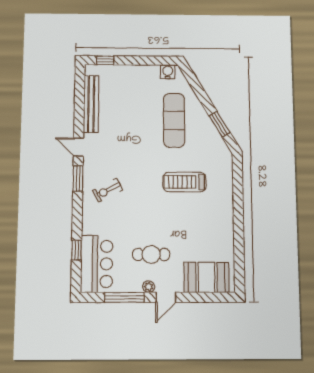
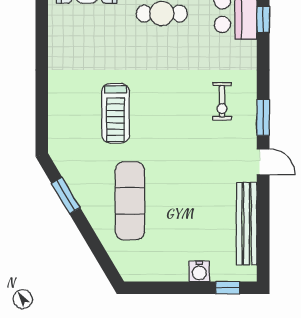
water cooler: (168, 72) -> (199, 271), moved
treadmill: (185, 182) -> (116, 113), turned 90
exercise bike: (108, 190) -> (222, 101), turned 118

